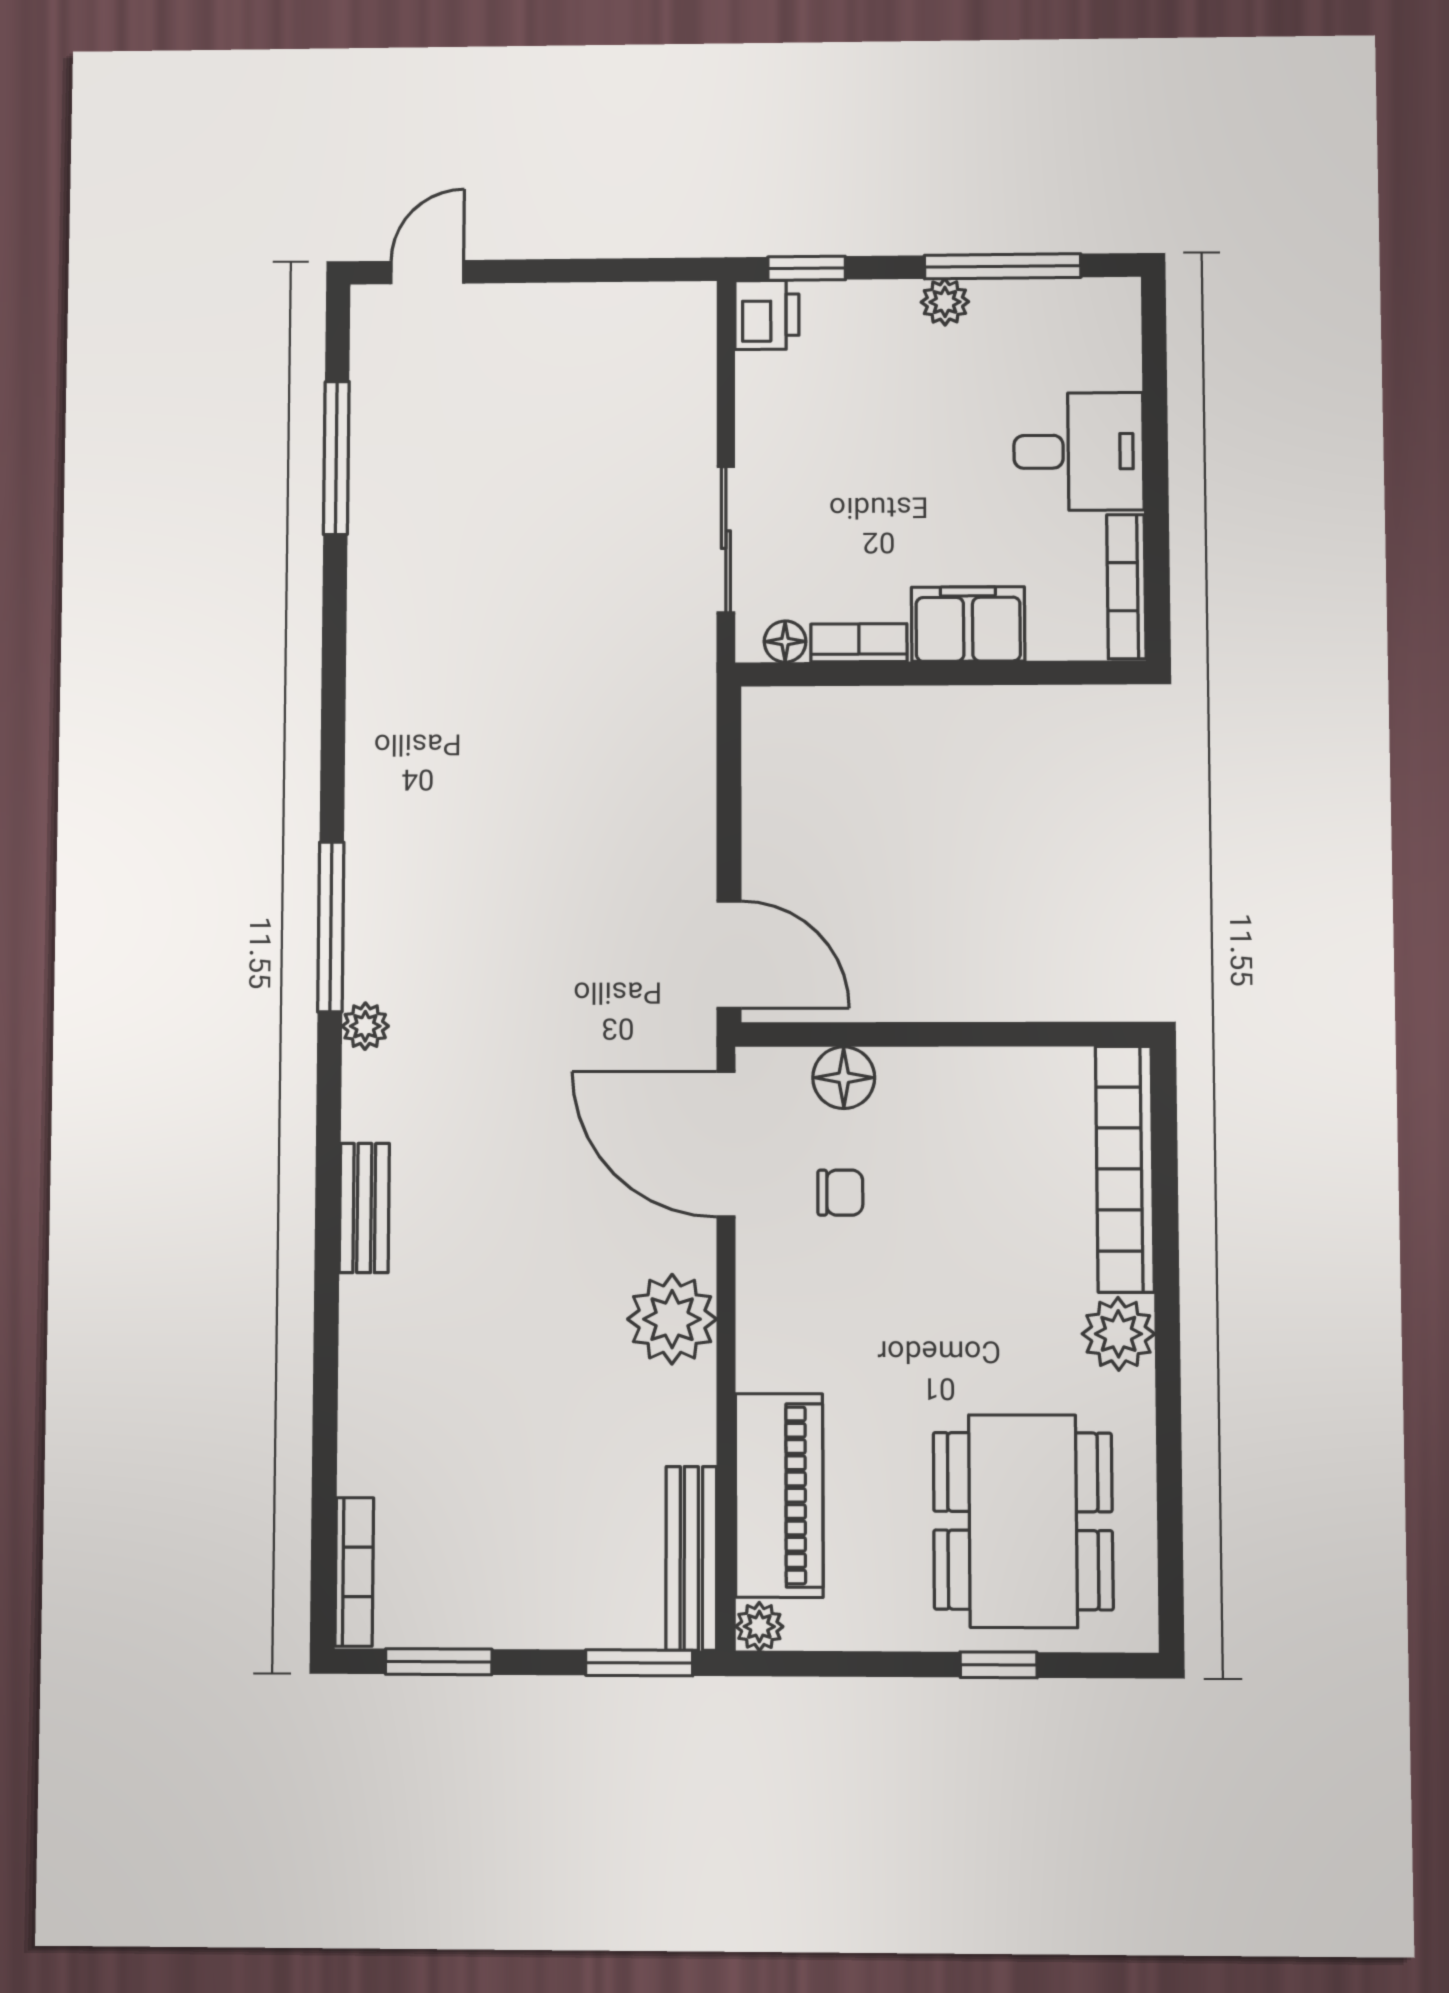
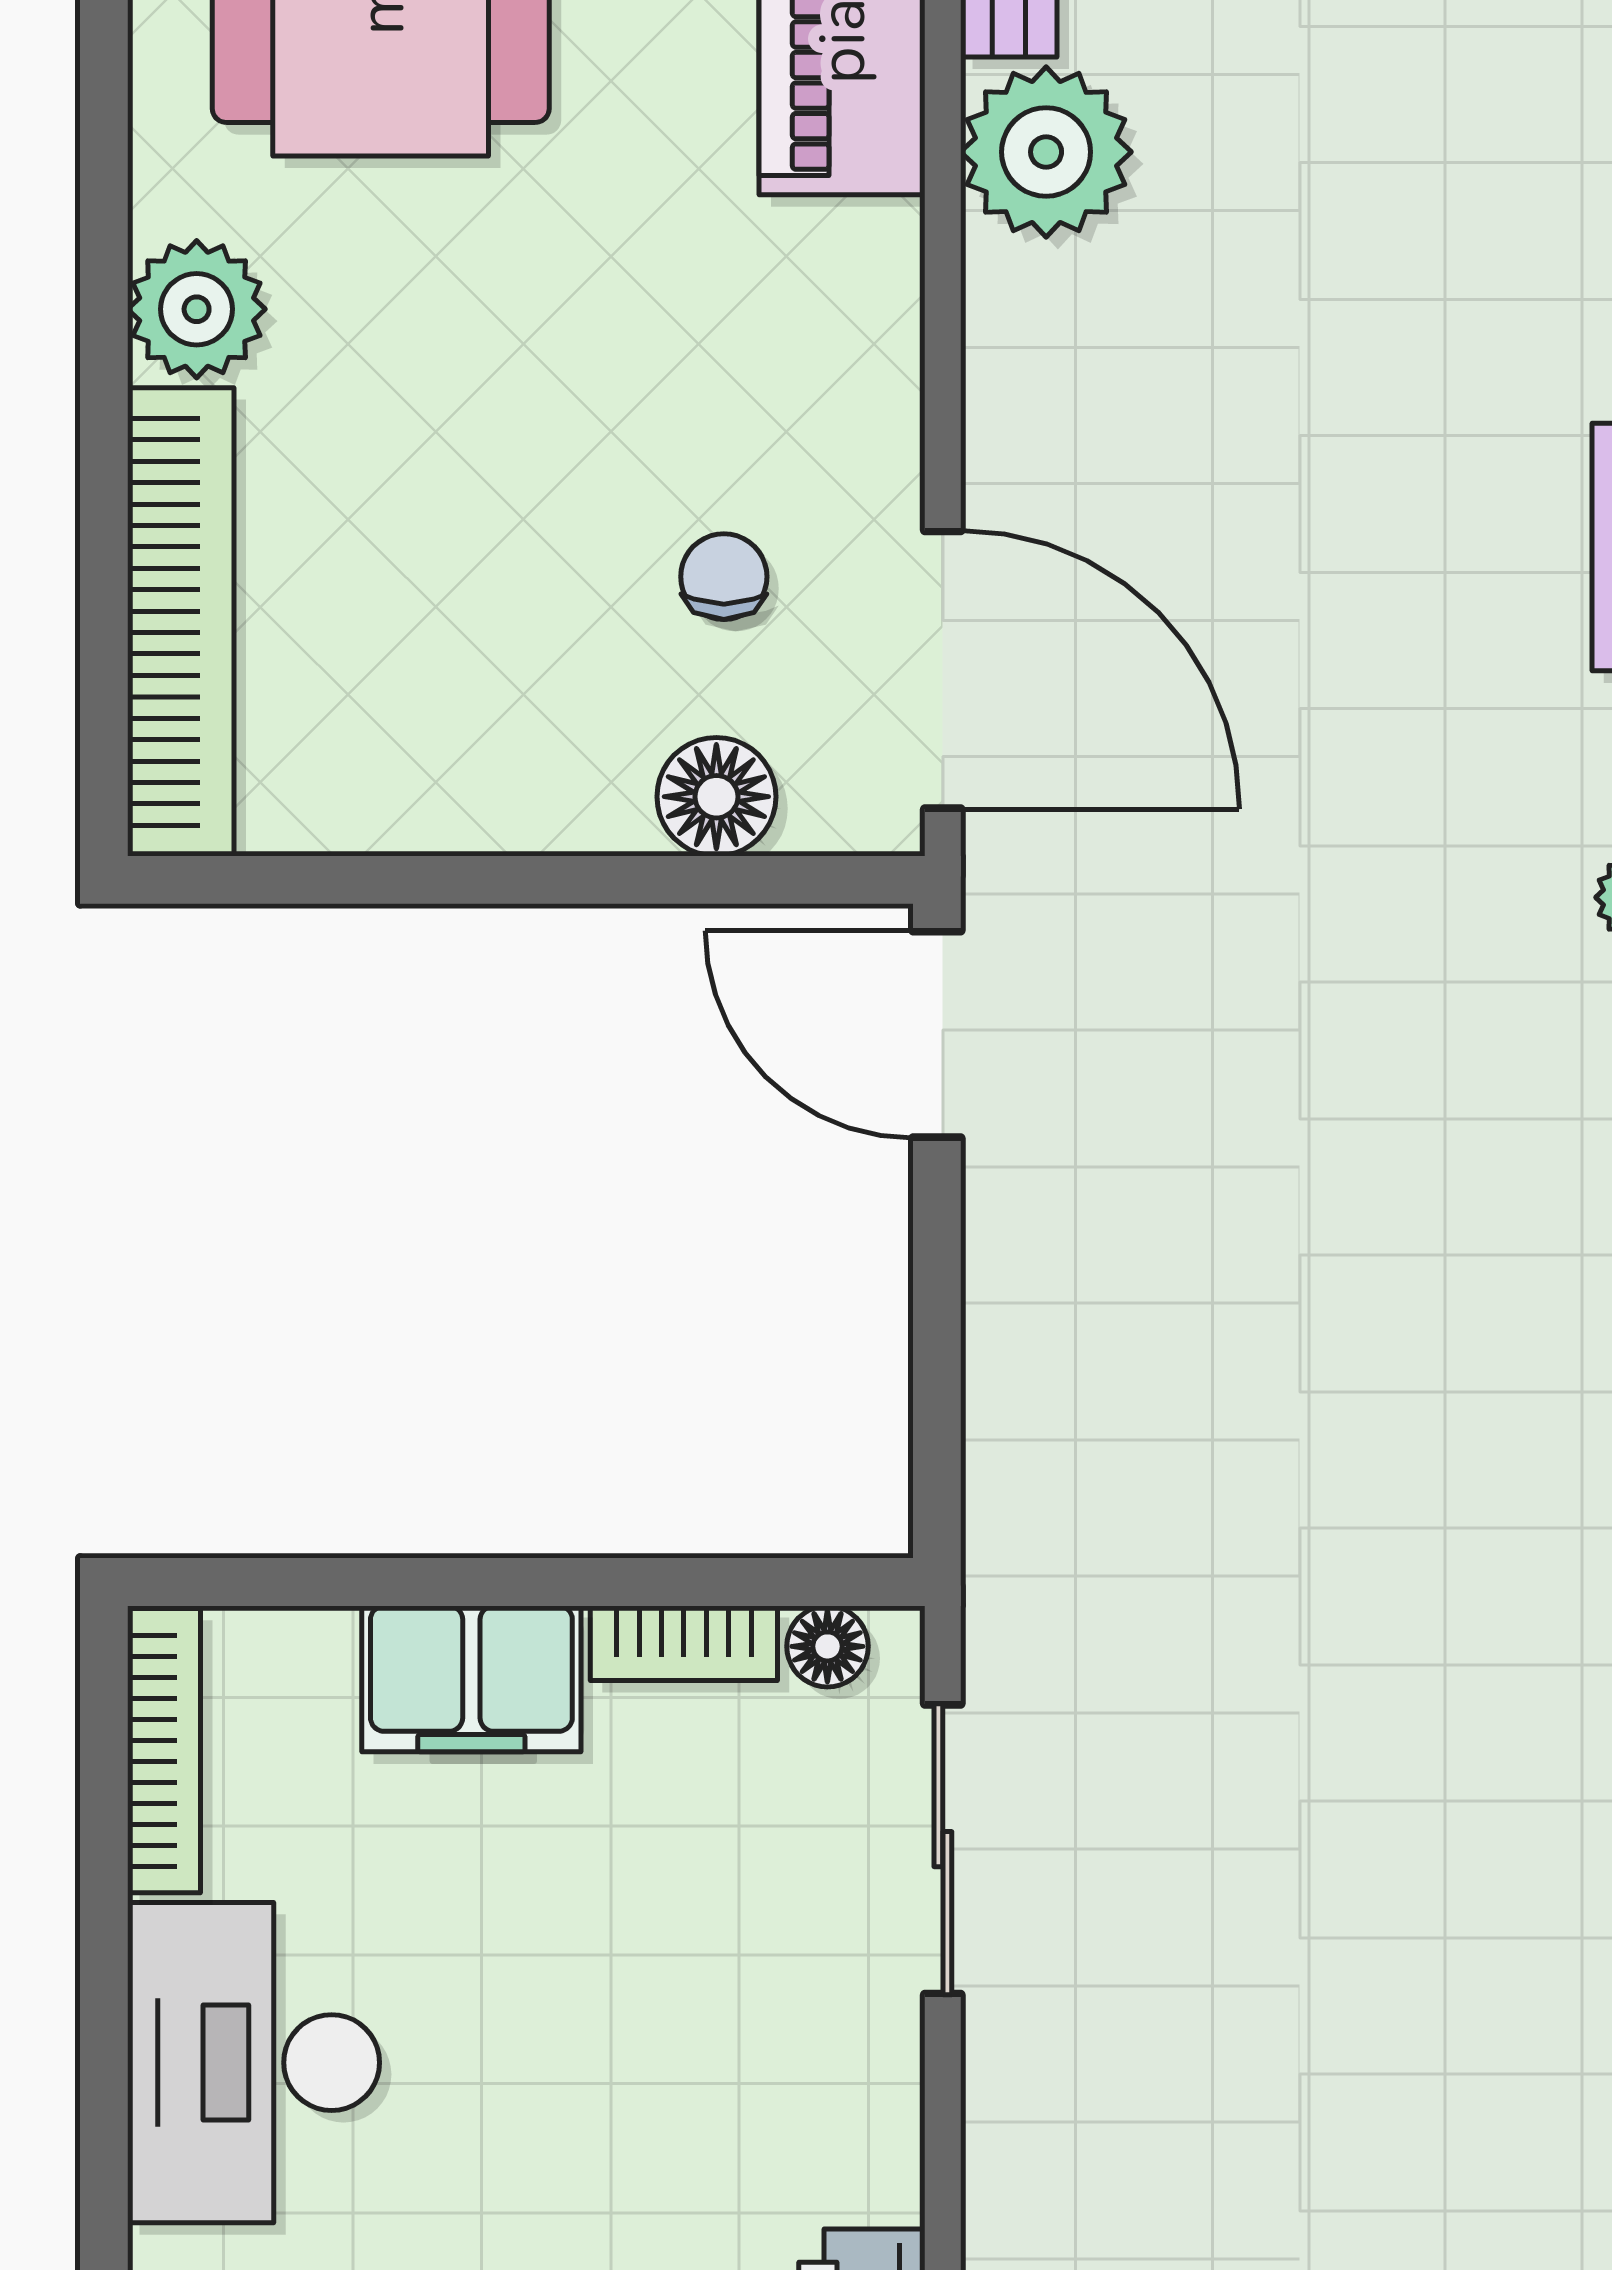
desk: (1079, 451) -> (254, 2063), width x1.37
chair: (840, 1193) -> (724, 577), turned 90
plant: (672, 1319) -> (1046, 152), moved

